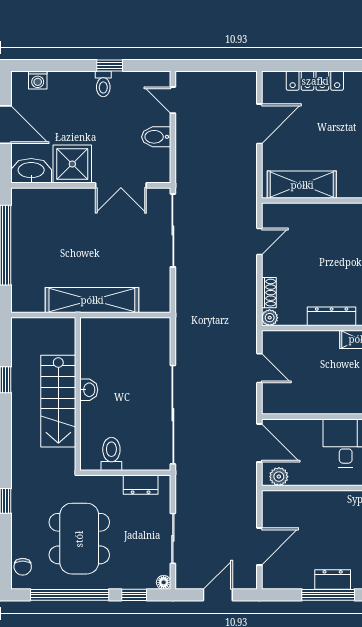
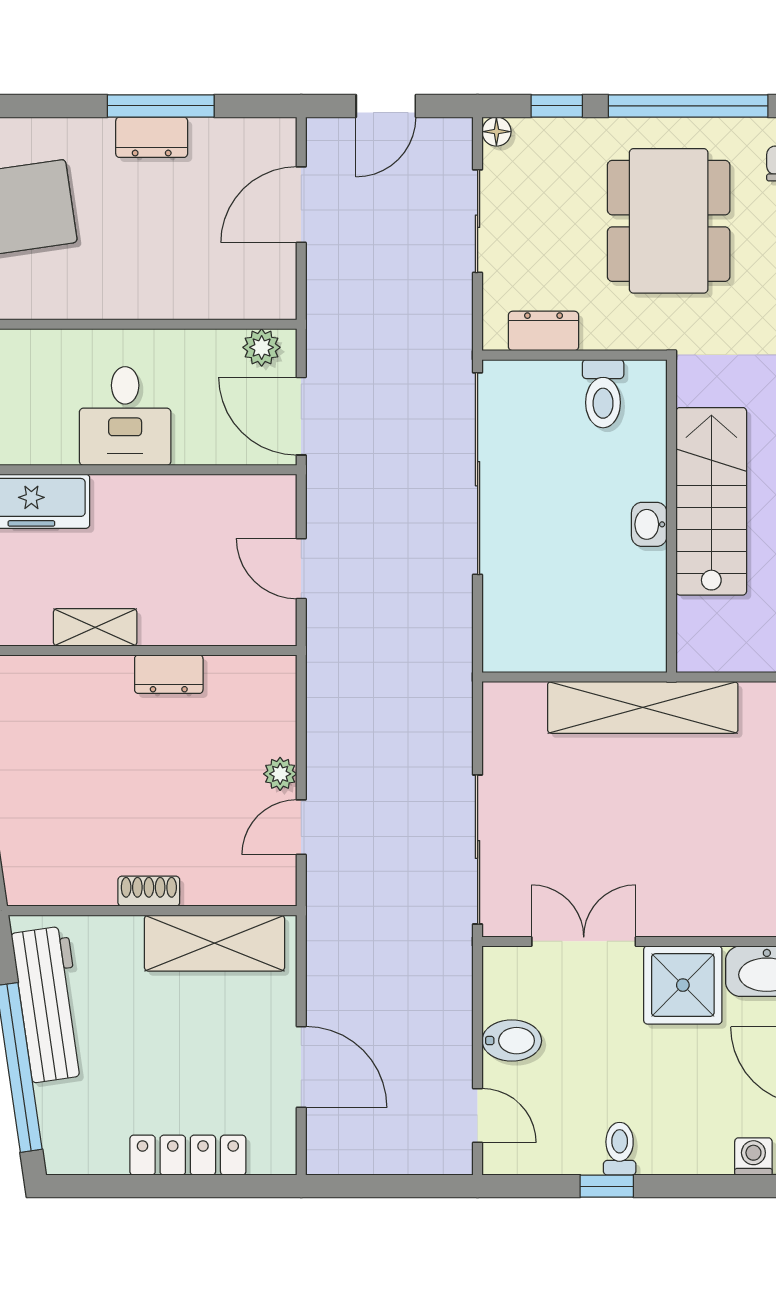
door: (259, 124) -> (301, 1067), swing flipped
shoe rack: (269, 293) -> (149, 891), moved, turned 90
dresser: (332, 316) -> (169, 674), width x0.70
plant: (270, 318) -> (280, 774), moved

